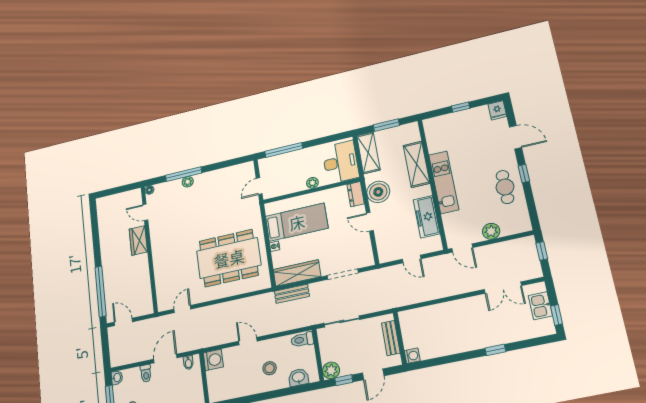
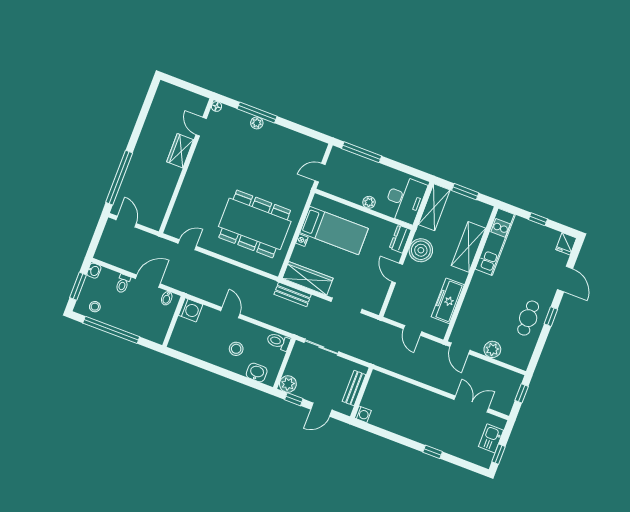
kitchen unit: (444, 182) -> (495, 242), moved
double door: (503, 288) -> (471, 404), swing flipped

